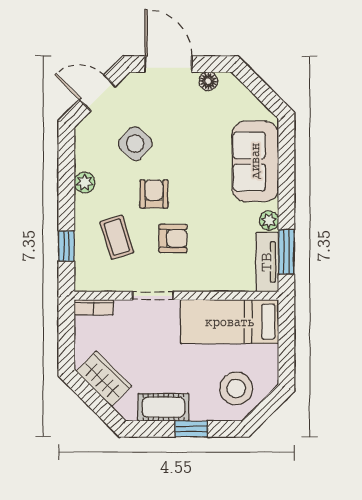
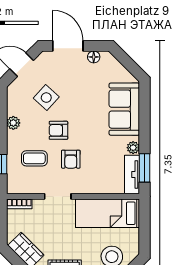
armchair: (154, 194) -> (58, 130), turned -90
coffee table: (117, 237) -> (34, 158), turned -73
armchair: (173, 238) -> (71, 159), turned 90

